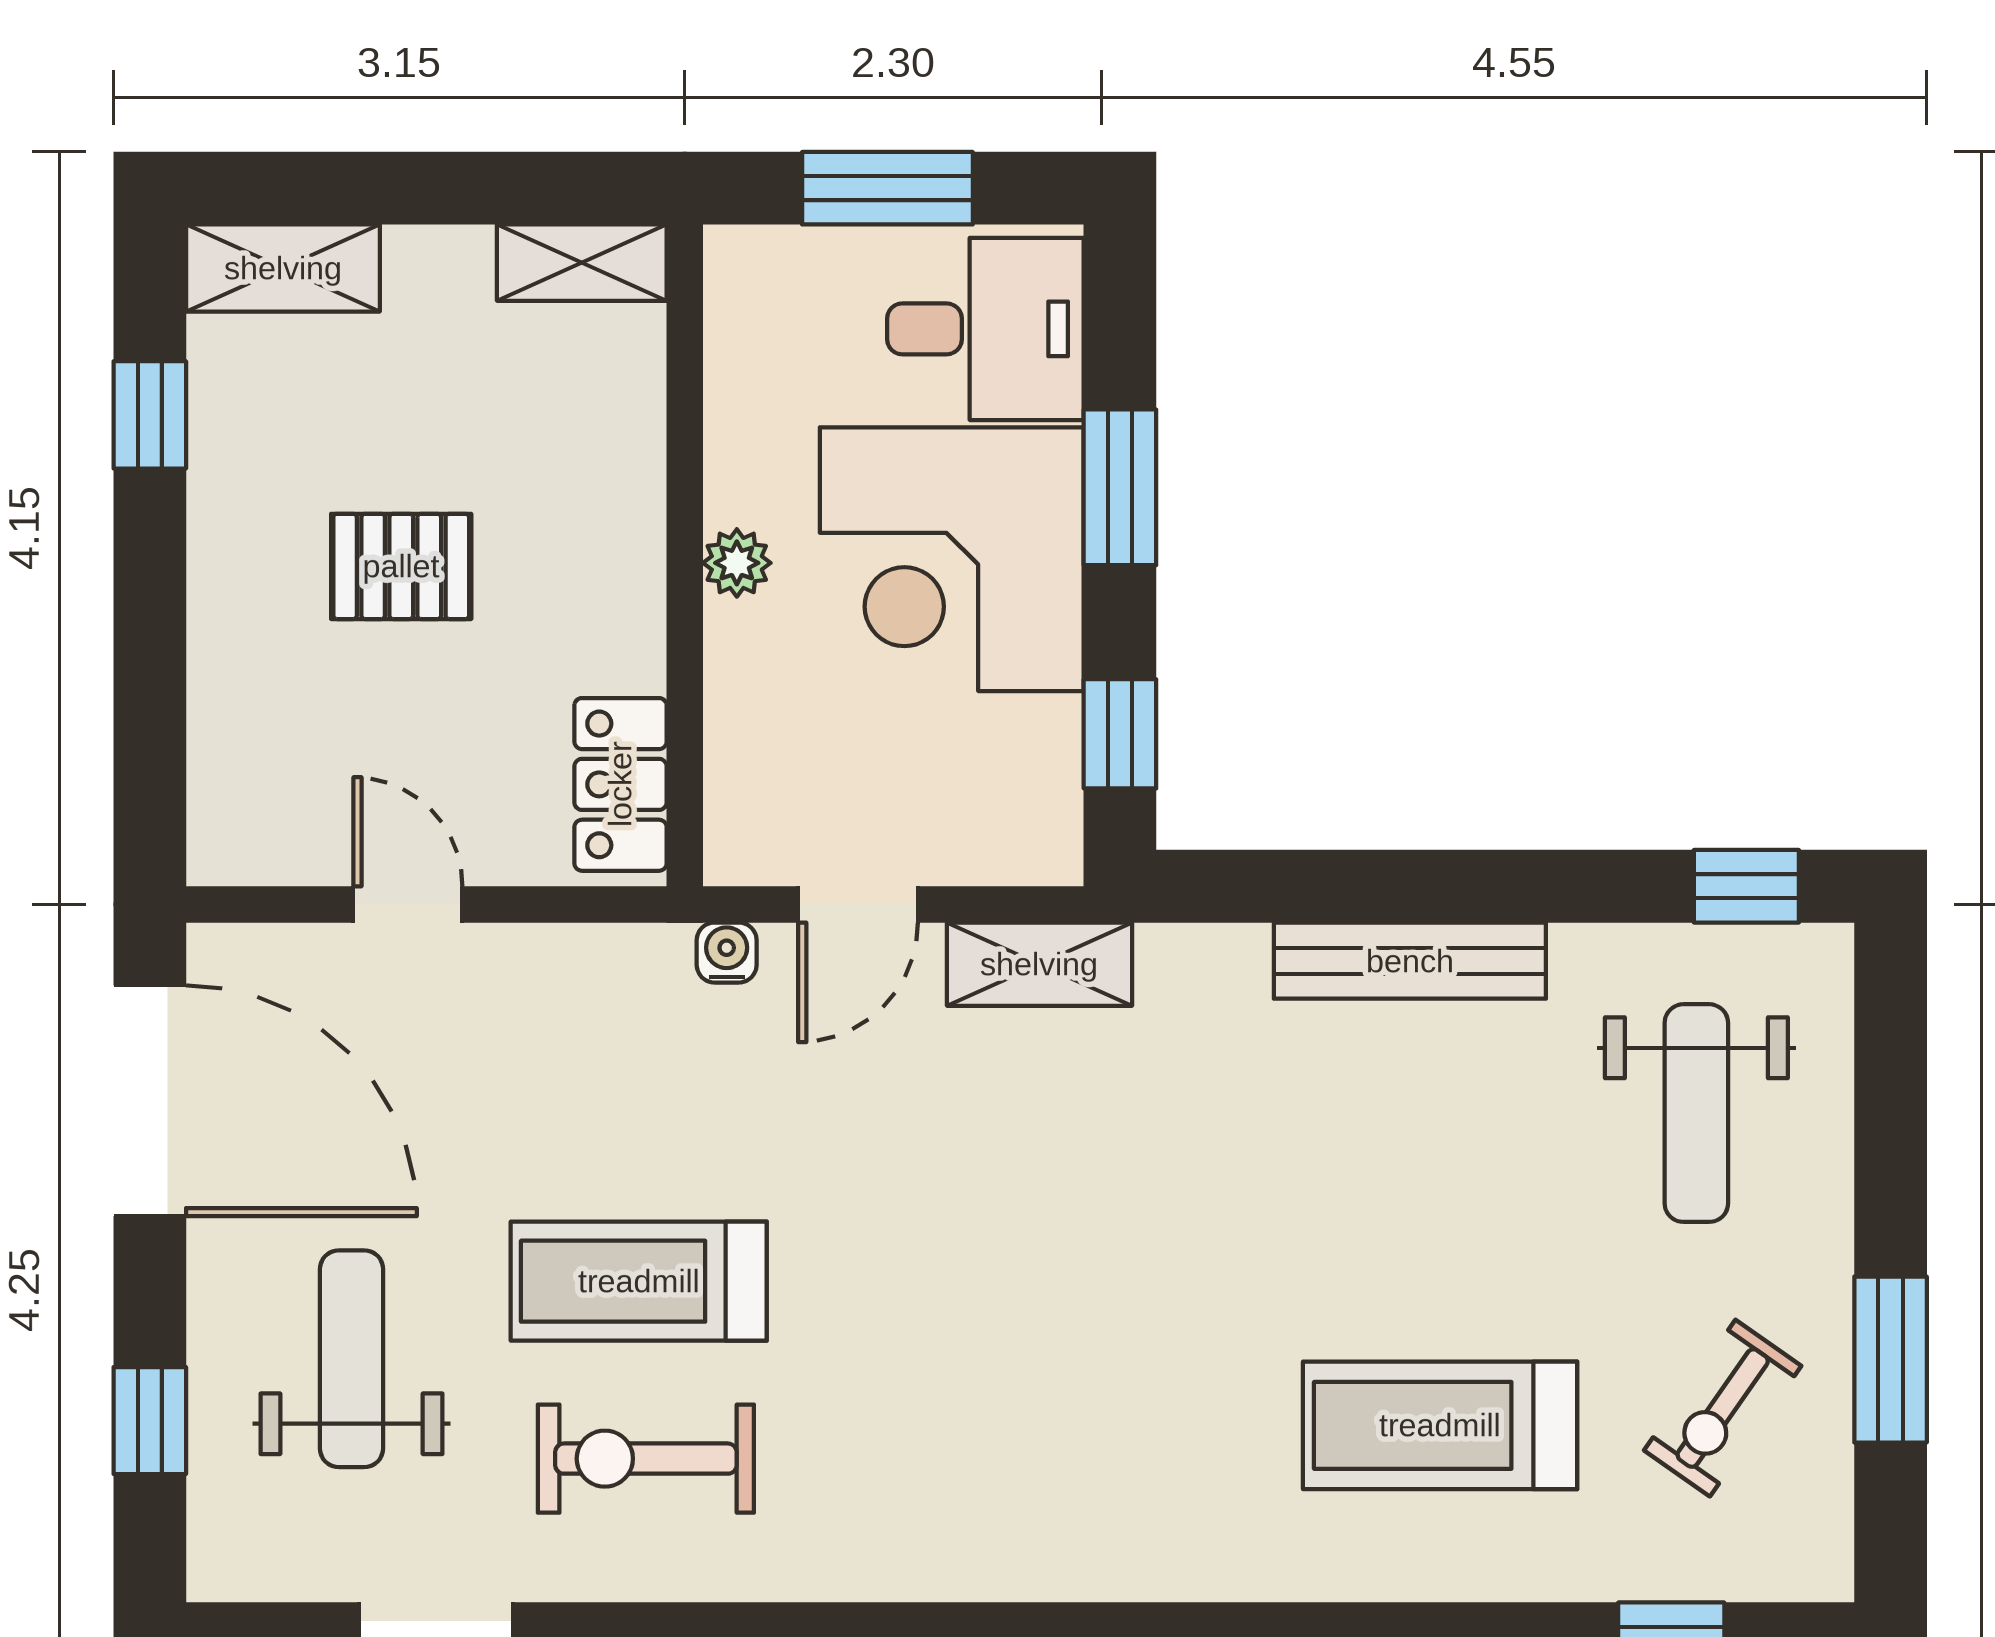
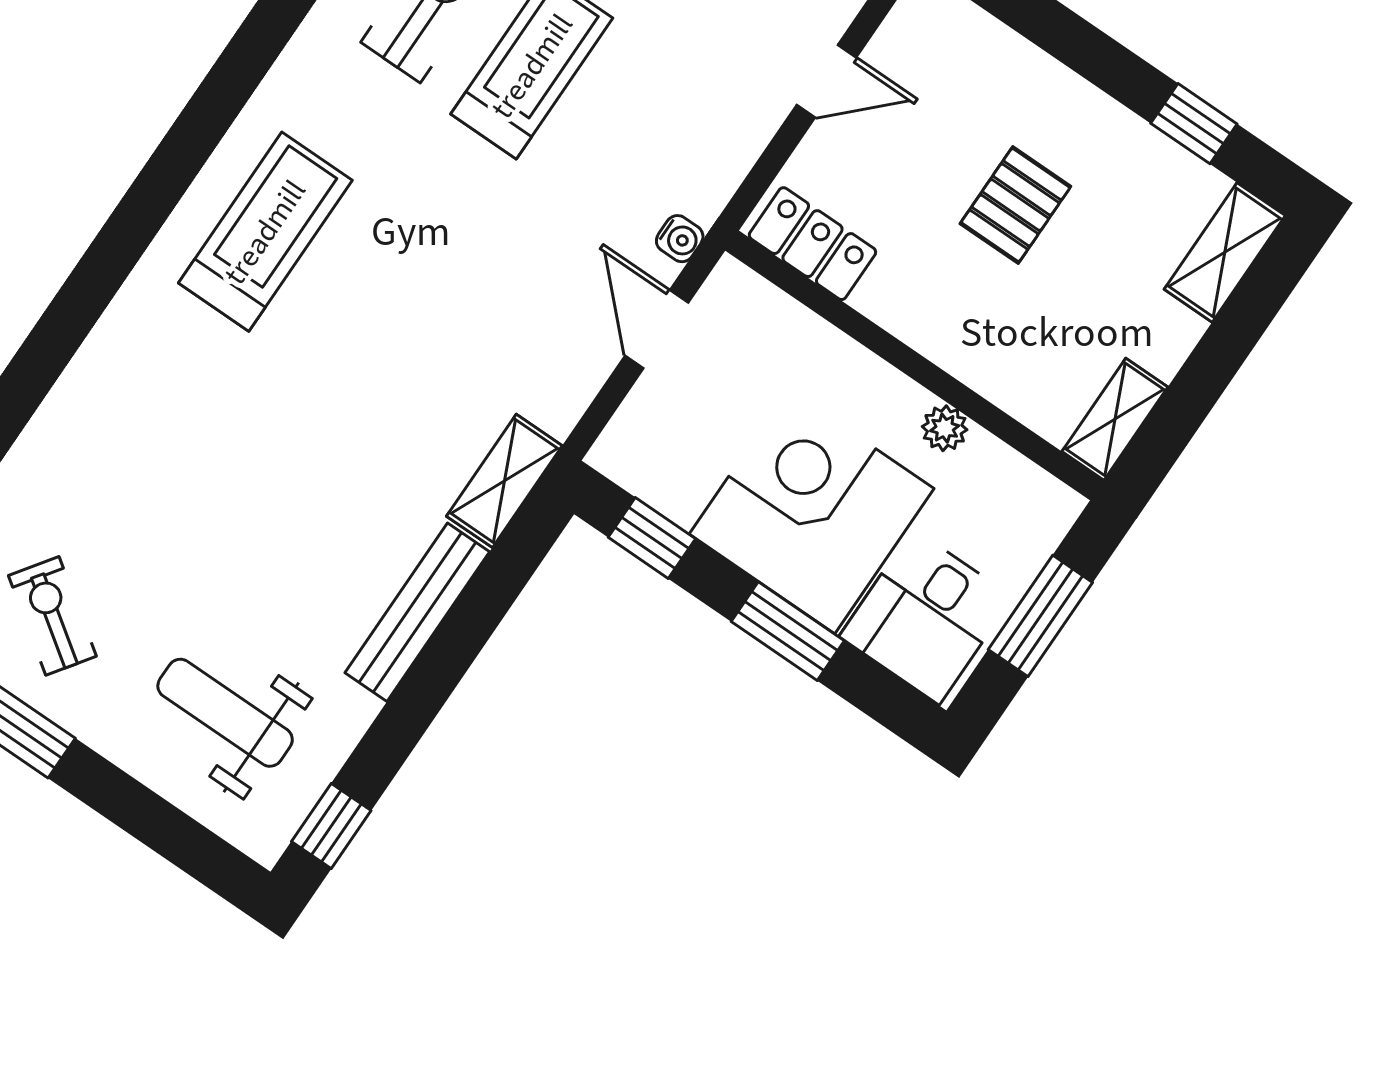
plant: (737, 563) -> (945, 428), moved
shelving: (1039, 964) -> (504, 481), moved
treadmill: (1440, 1425) -> (265, 232), moved

